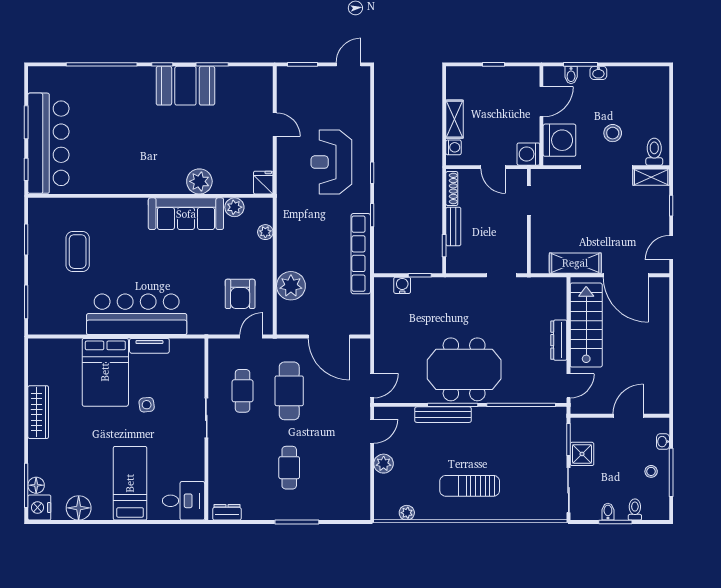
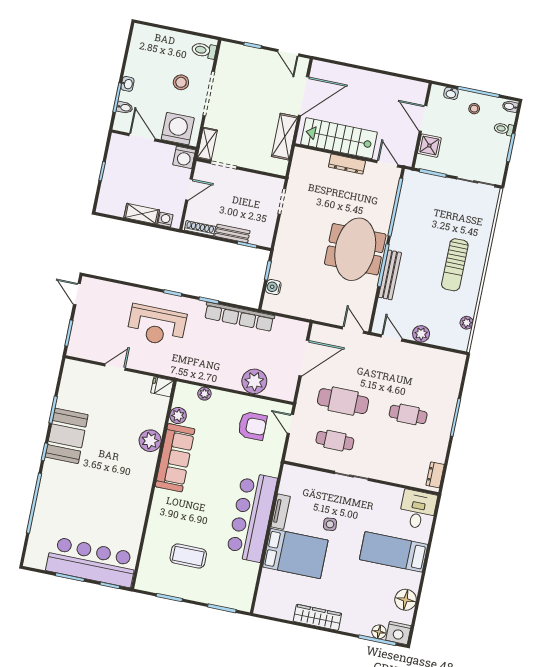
shelving: (651, 177) -> (207, 144), moved
shower: (582, 454) -> (429, 146), moved
bidet: (608, 512) -> (510, 107), moved

